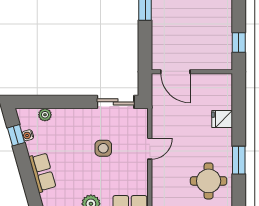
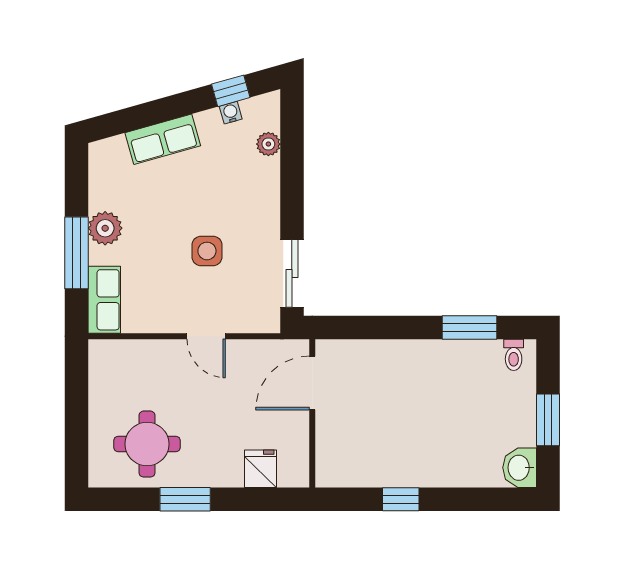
door: (175, 72) -> (312, 383), moved
wall: (192, 72) -> (312, 413), moved

